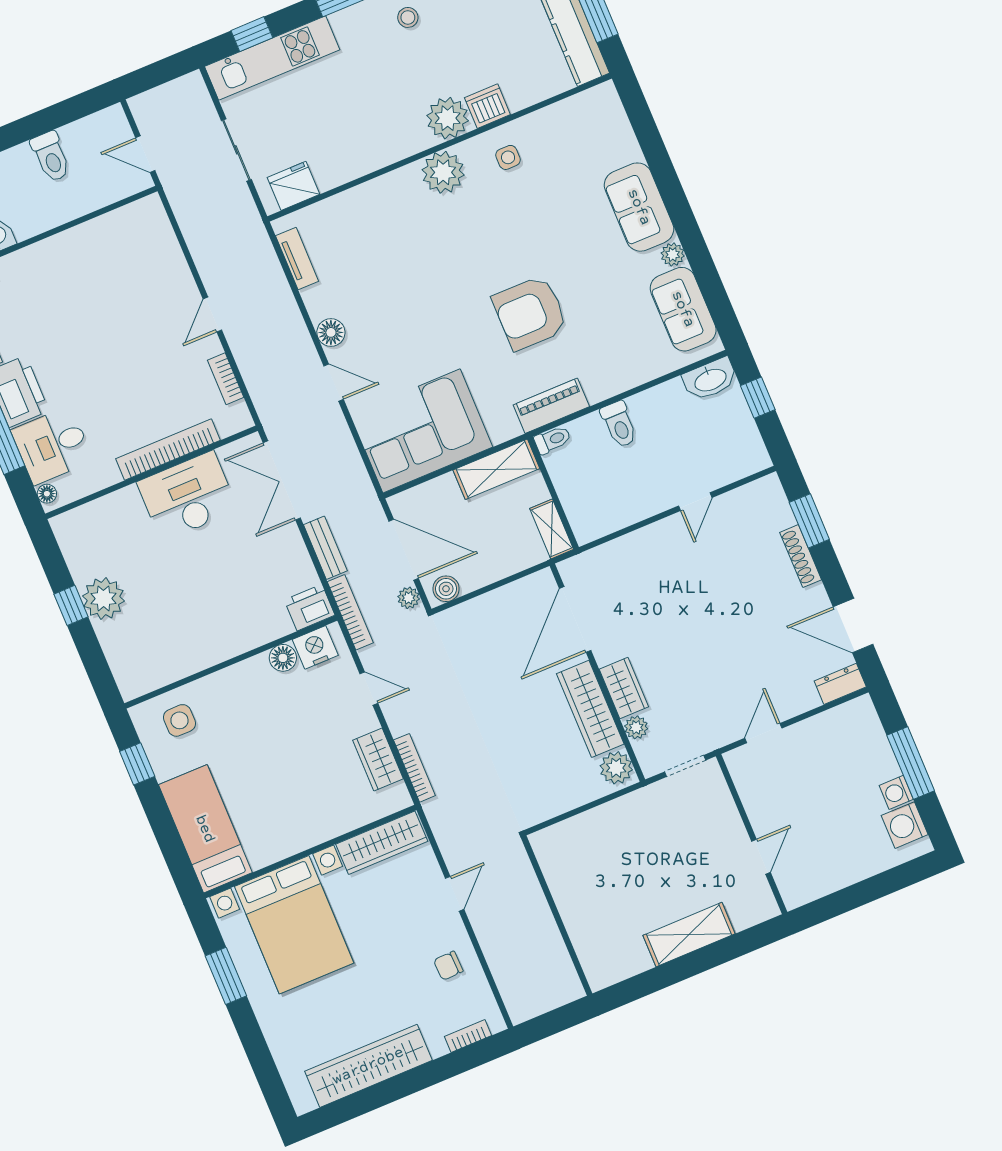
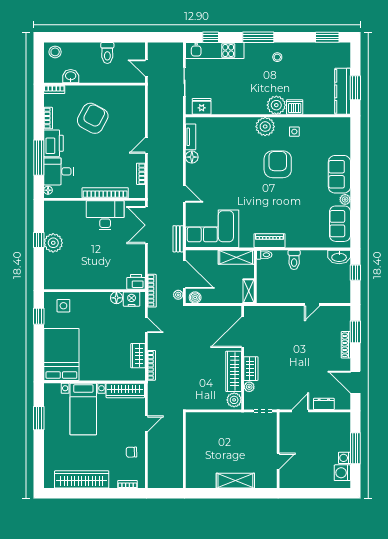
armchair: (77, 305) -> (93, 118), added
armchair: (530, 313) -> (278, 164), moved, turned 90
floor lamp: (331, 332) -> (192, 157), moved
bench: (325, 548) -> (178, 239), moved
dresser: (840, 684) -> (324, 404), moved
bed: (205, 829) -> (61, 354), width x1.50
bed with nightstands: (294, 925) -> (83, 409), width x0.73

